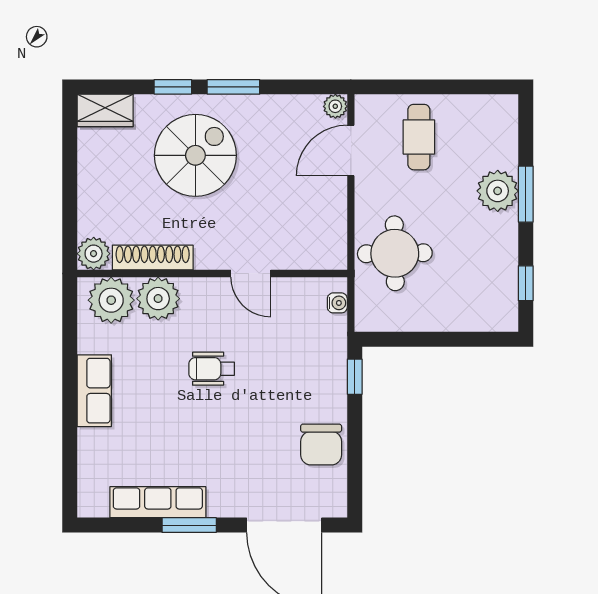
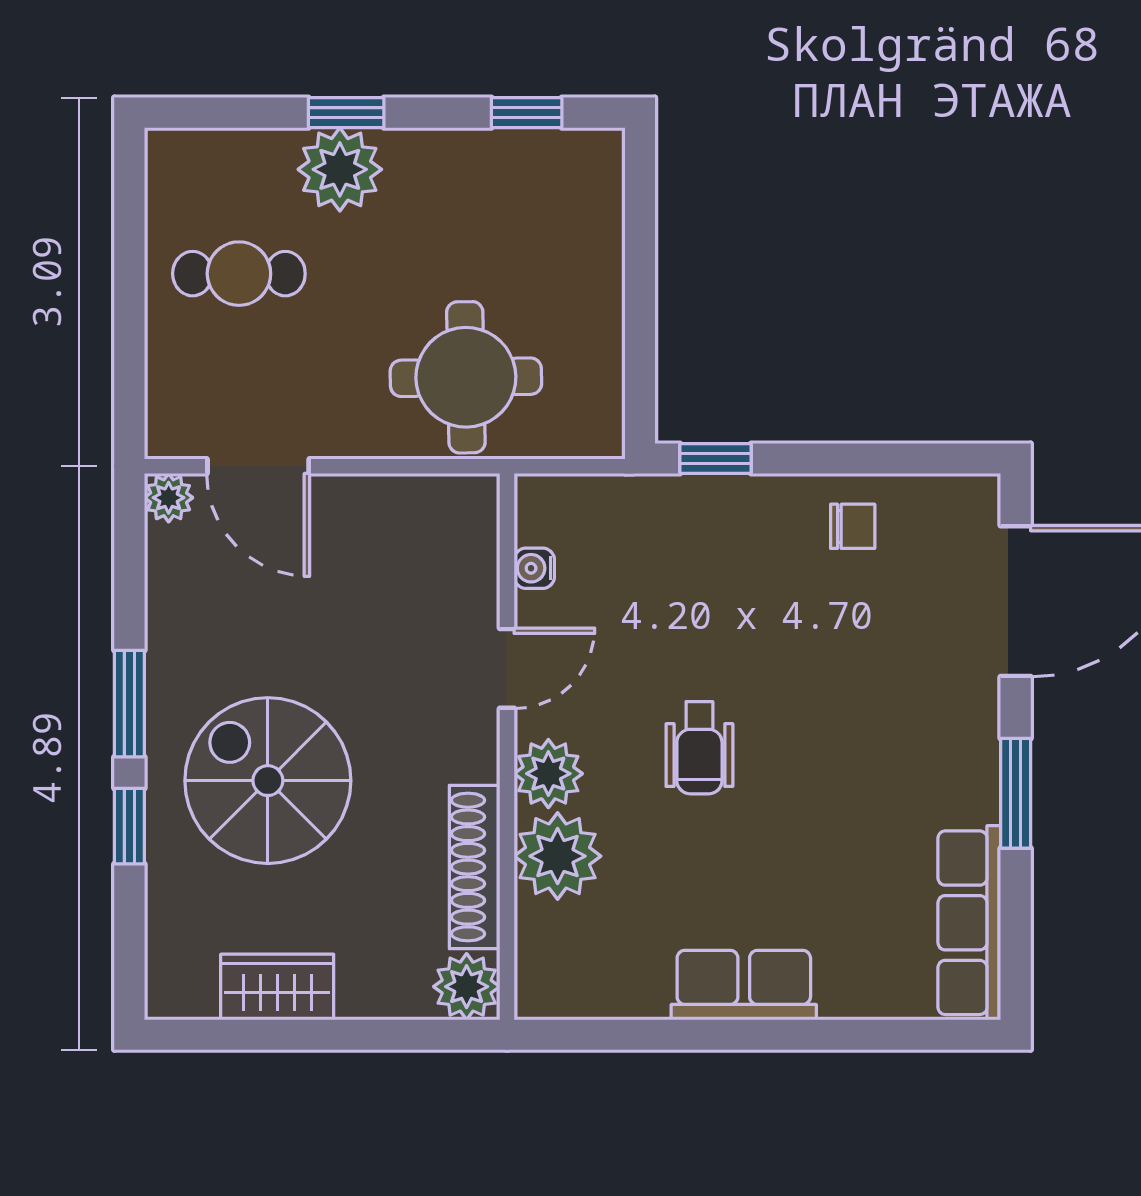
wardrobe: (105, 110) -> (277, 987), moved, turned -90
cafe table: (419, 137) -> (239, 274), moved
window: (526, 194) -> (346, 113), width x0.67
plant: (111, 300) -> (548, 774), moved, width x0.73, depth x0.73
water cooler: (337, 303) -> (534, 568), moved, turned -90
chair: (321, 444) -> (853, 526), width x0.54, depth x0.54
row of seats: (158, 502) -> (969, 923), moved

